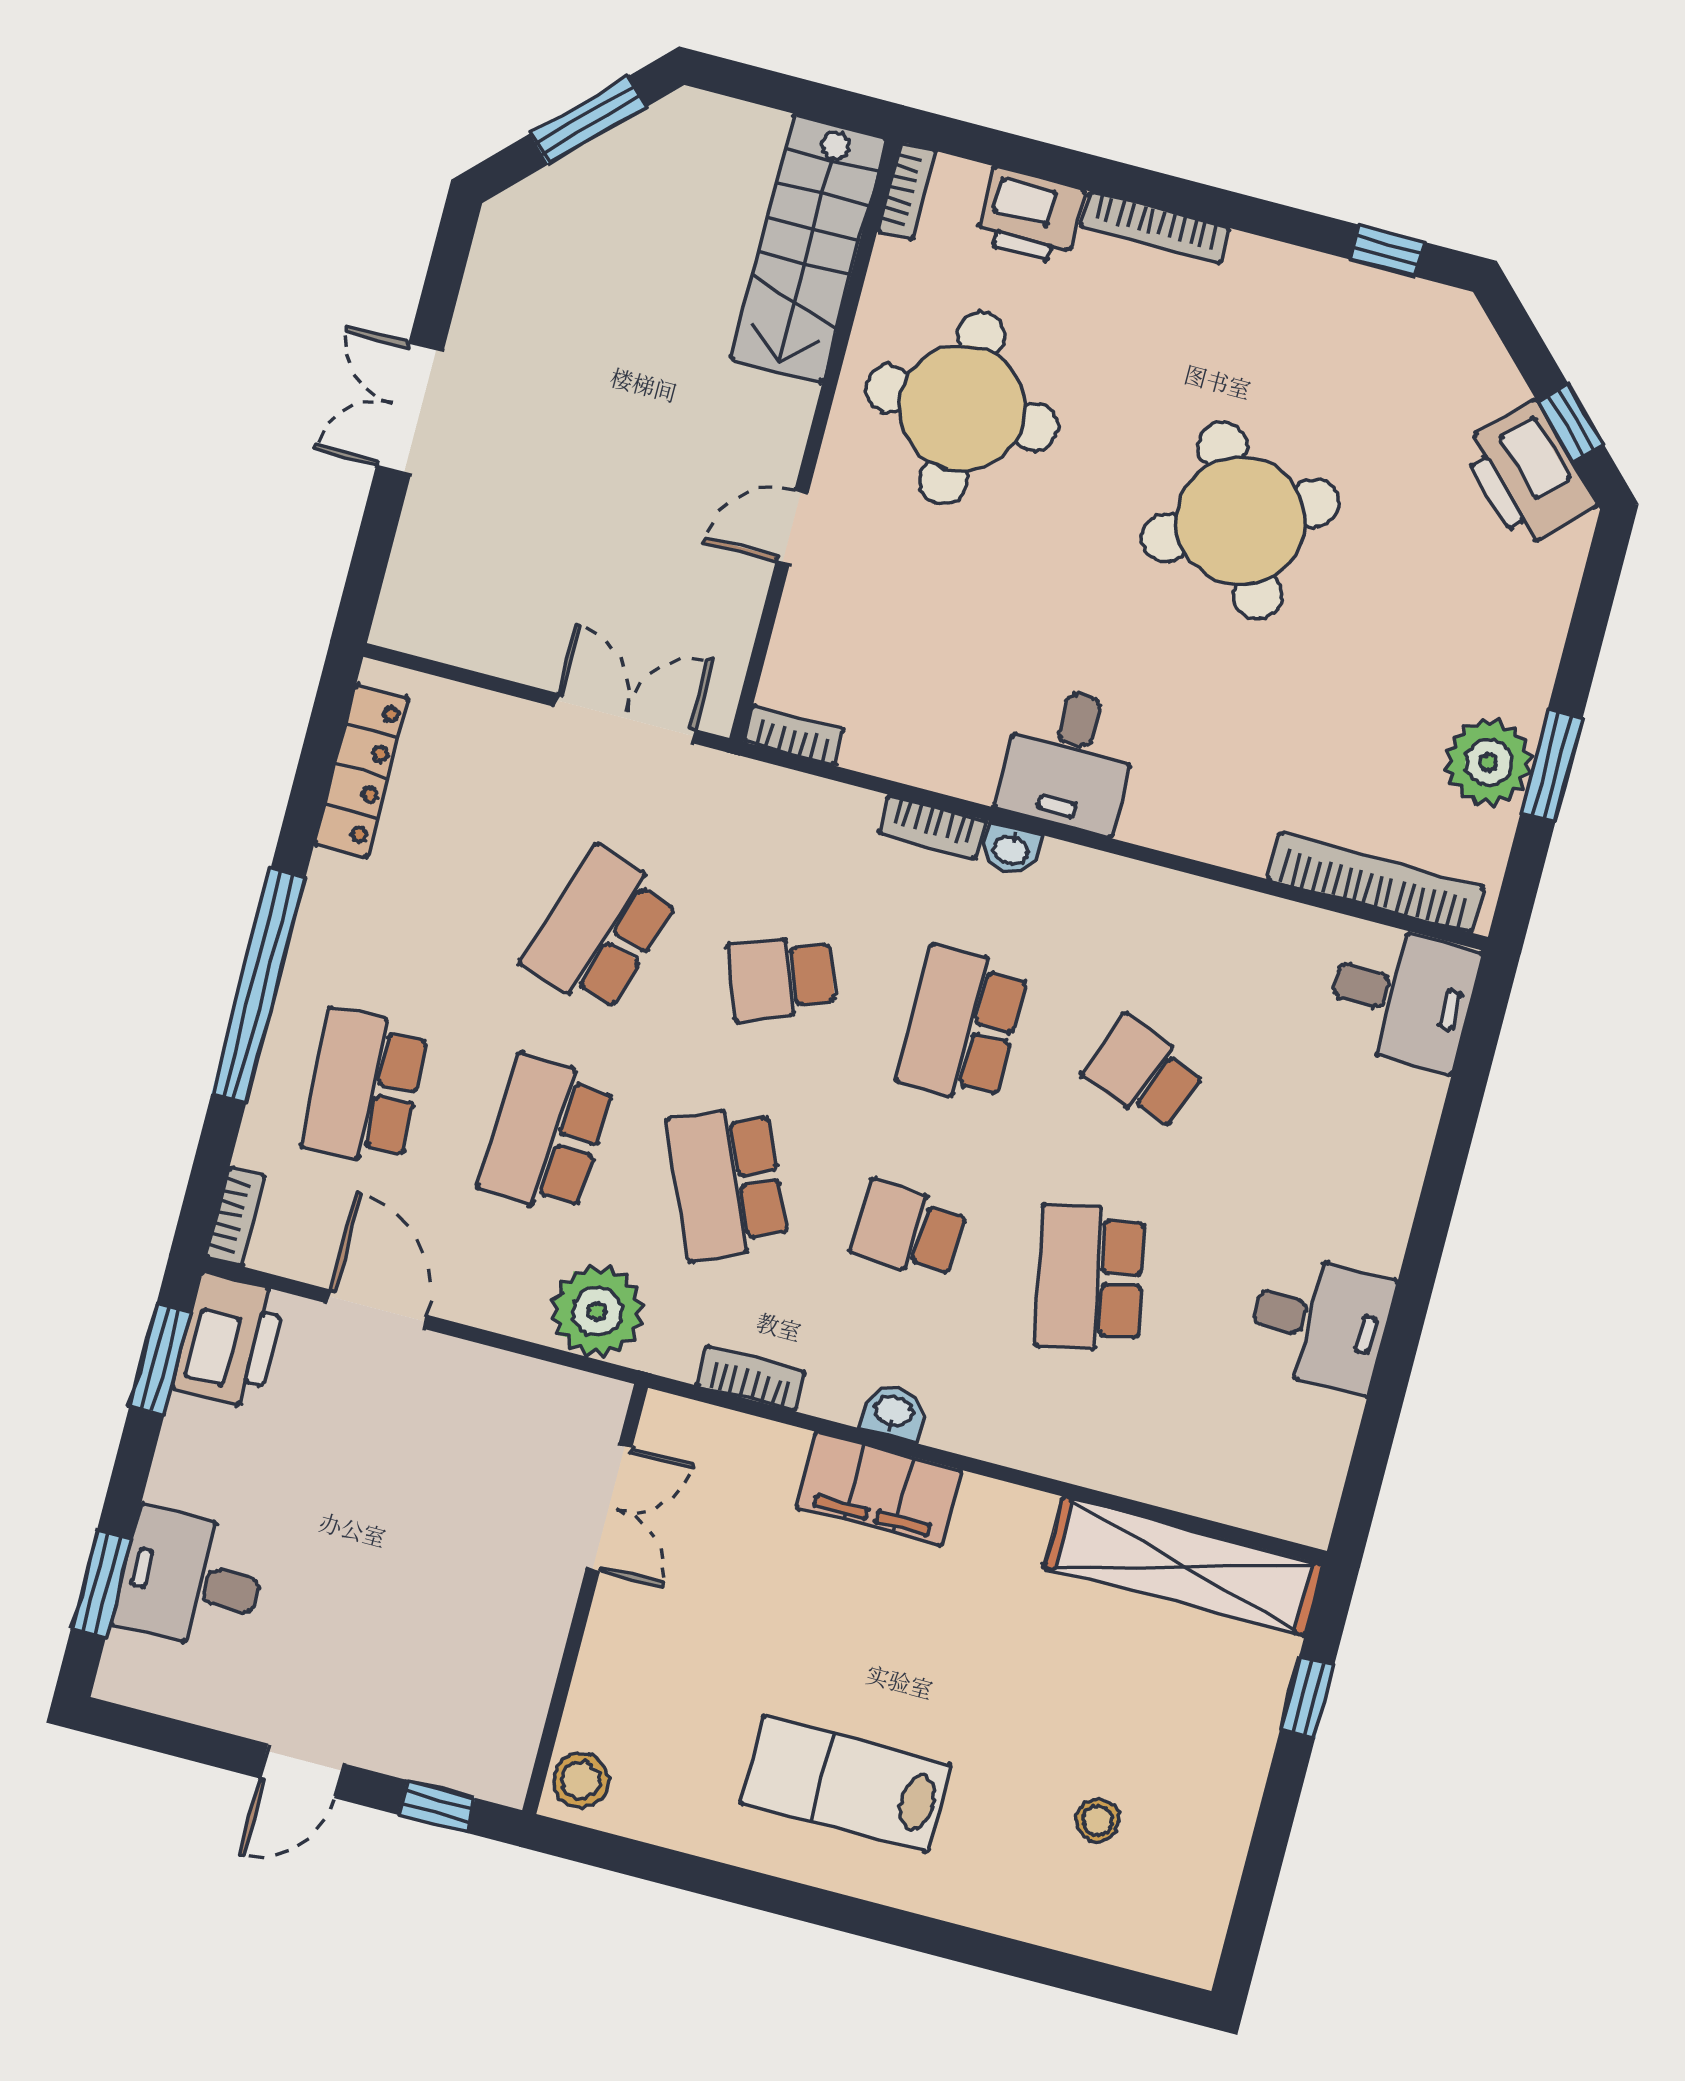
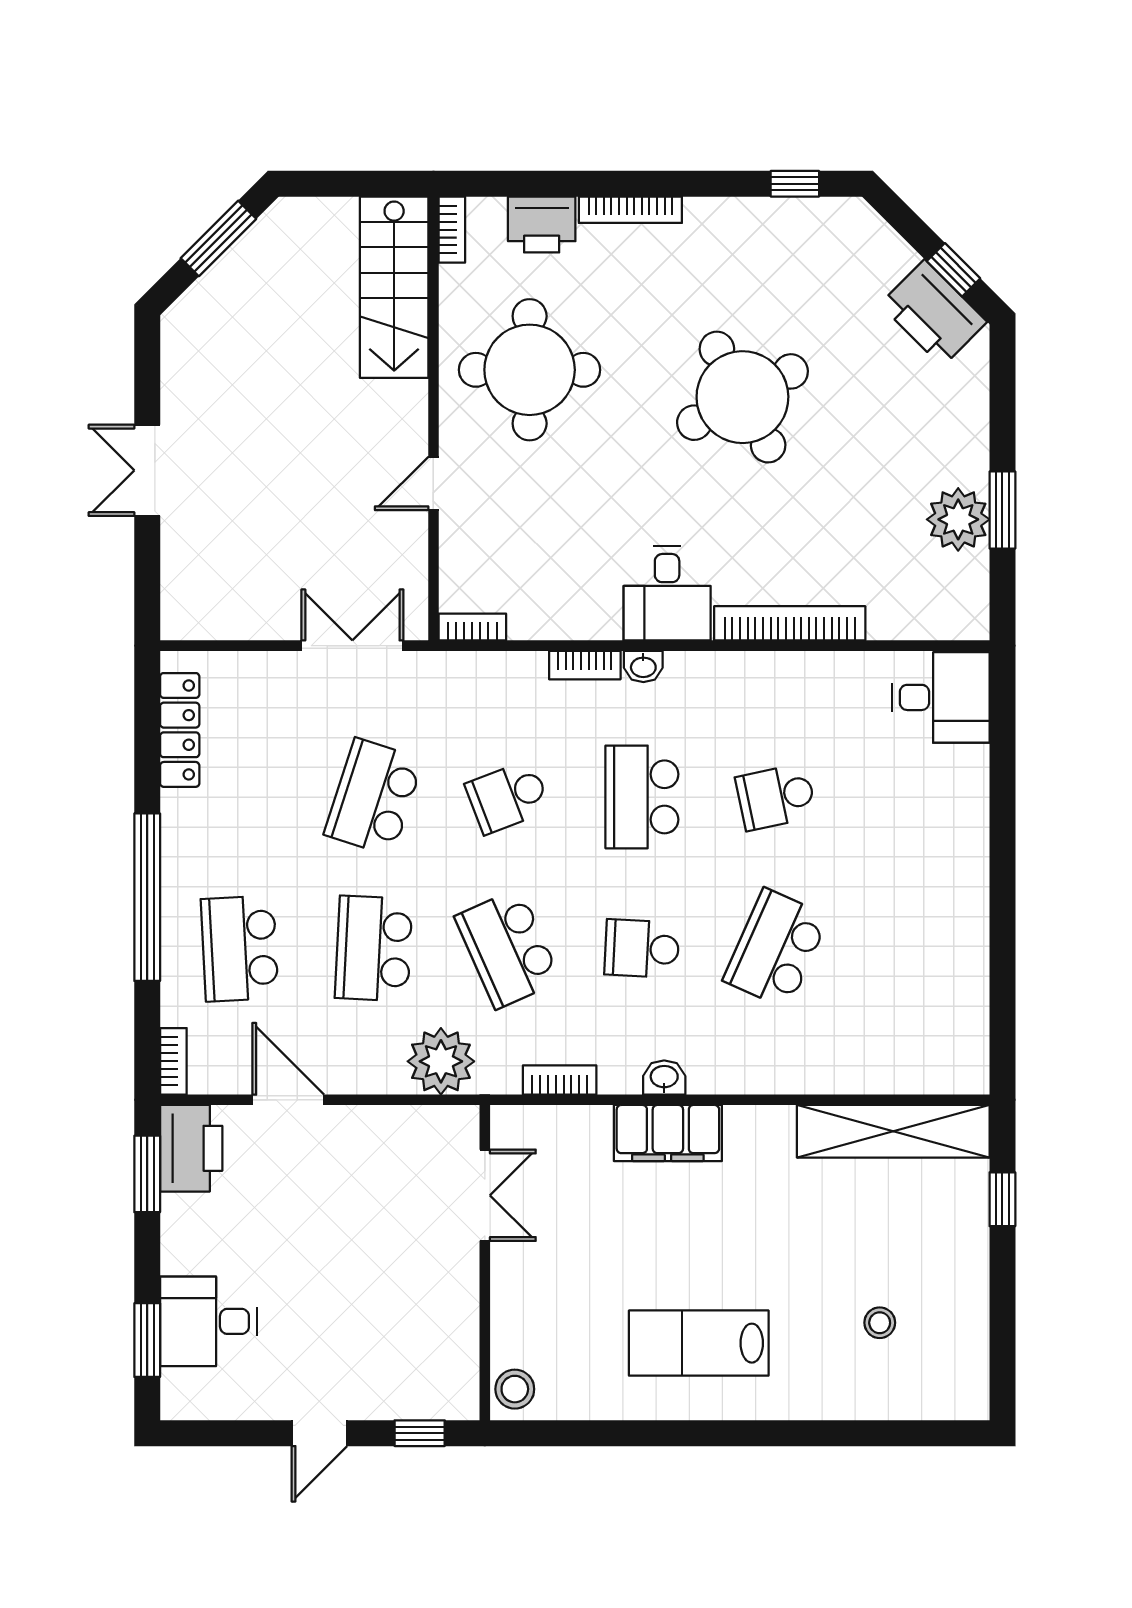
bookcase: (1376, 883) -> (790, 623), moved
school desk: (1144, 1073) -> (776, 797), turned -33
school desk: (1090, 1278) -> (776, 949), turned 36
desk: (1319, 1323) -> (943, 938), removed

